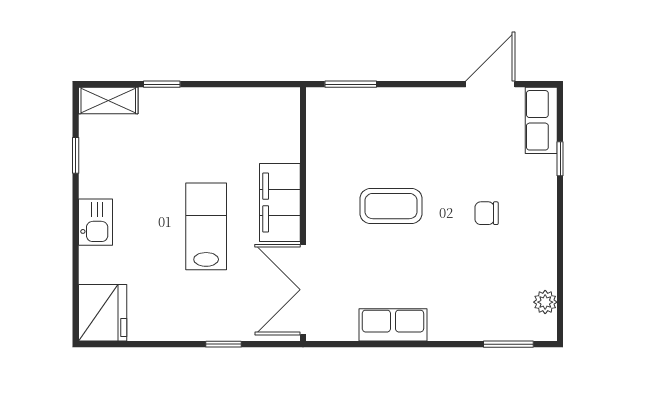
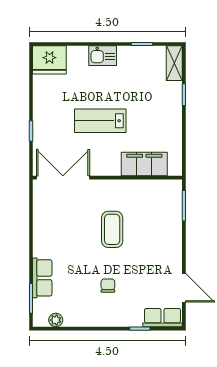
filing cabinet: (280, 203) -> (144, 164), moved
lab bench: (206, 226) -> (100, 121), turned 180
row of seats: (393, 325) -> (42, 278), moved

